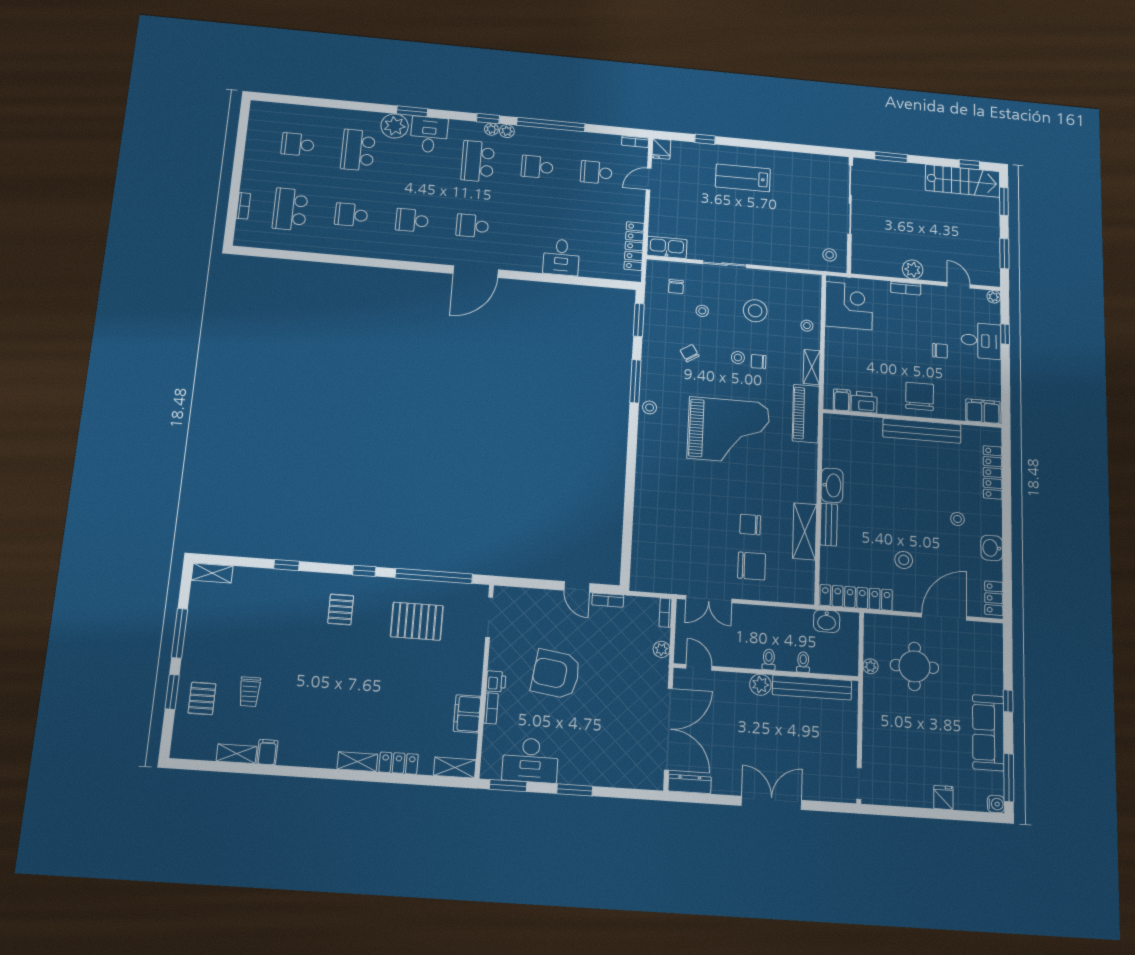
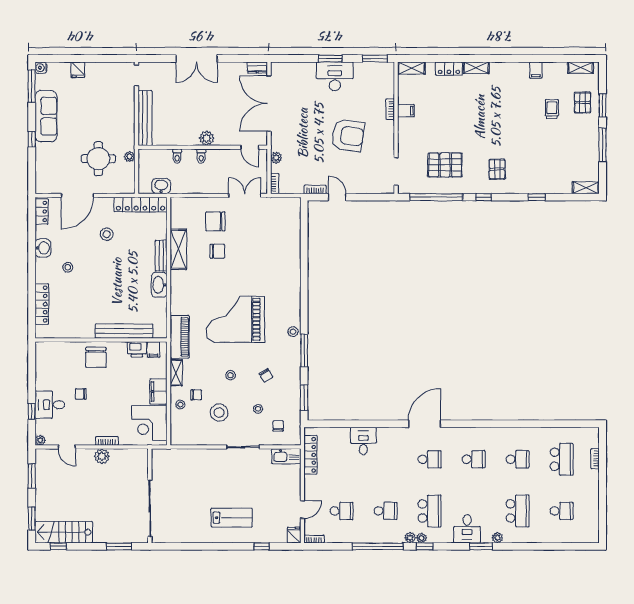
plant: (395, 126) -> (497, 538), width x0.53, depth x0.53
stool: (830, 255) -> (165, 462), removed
chair: (759, 362) -> (196, 395), moved
filing cabinet: (983, 411) -> (158, 392), moved, turned 90
bench: (922, 431) -> (124, 331), moved
printer: (496, 681) -> (388, 128), removed
bench: (812, 688) -> (145, 118), moved, turned 90
filing cabinet: (467, 714) -> (406, 111), width x0.50
shelving: (237, 754) -> (581, 68), moved
desk: (530, 760) -> (335, 76), moved
dresser: (690, 784) -> (257, 68), width x0.70

